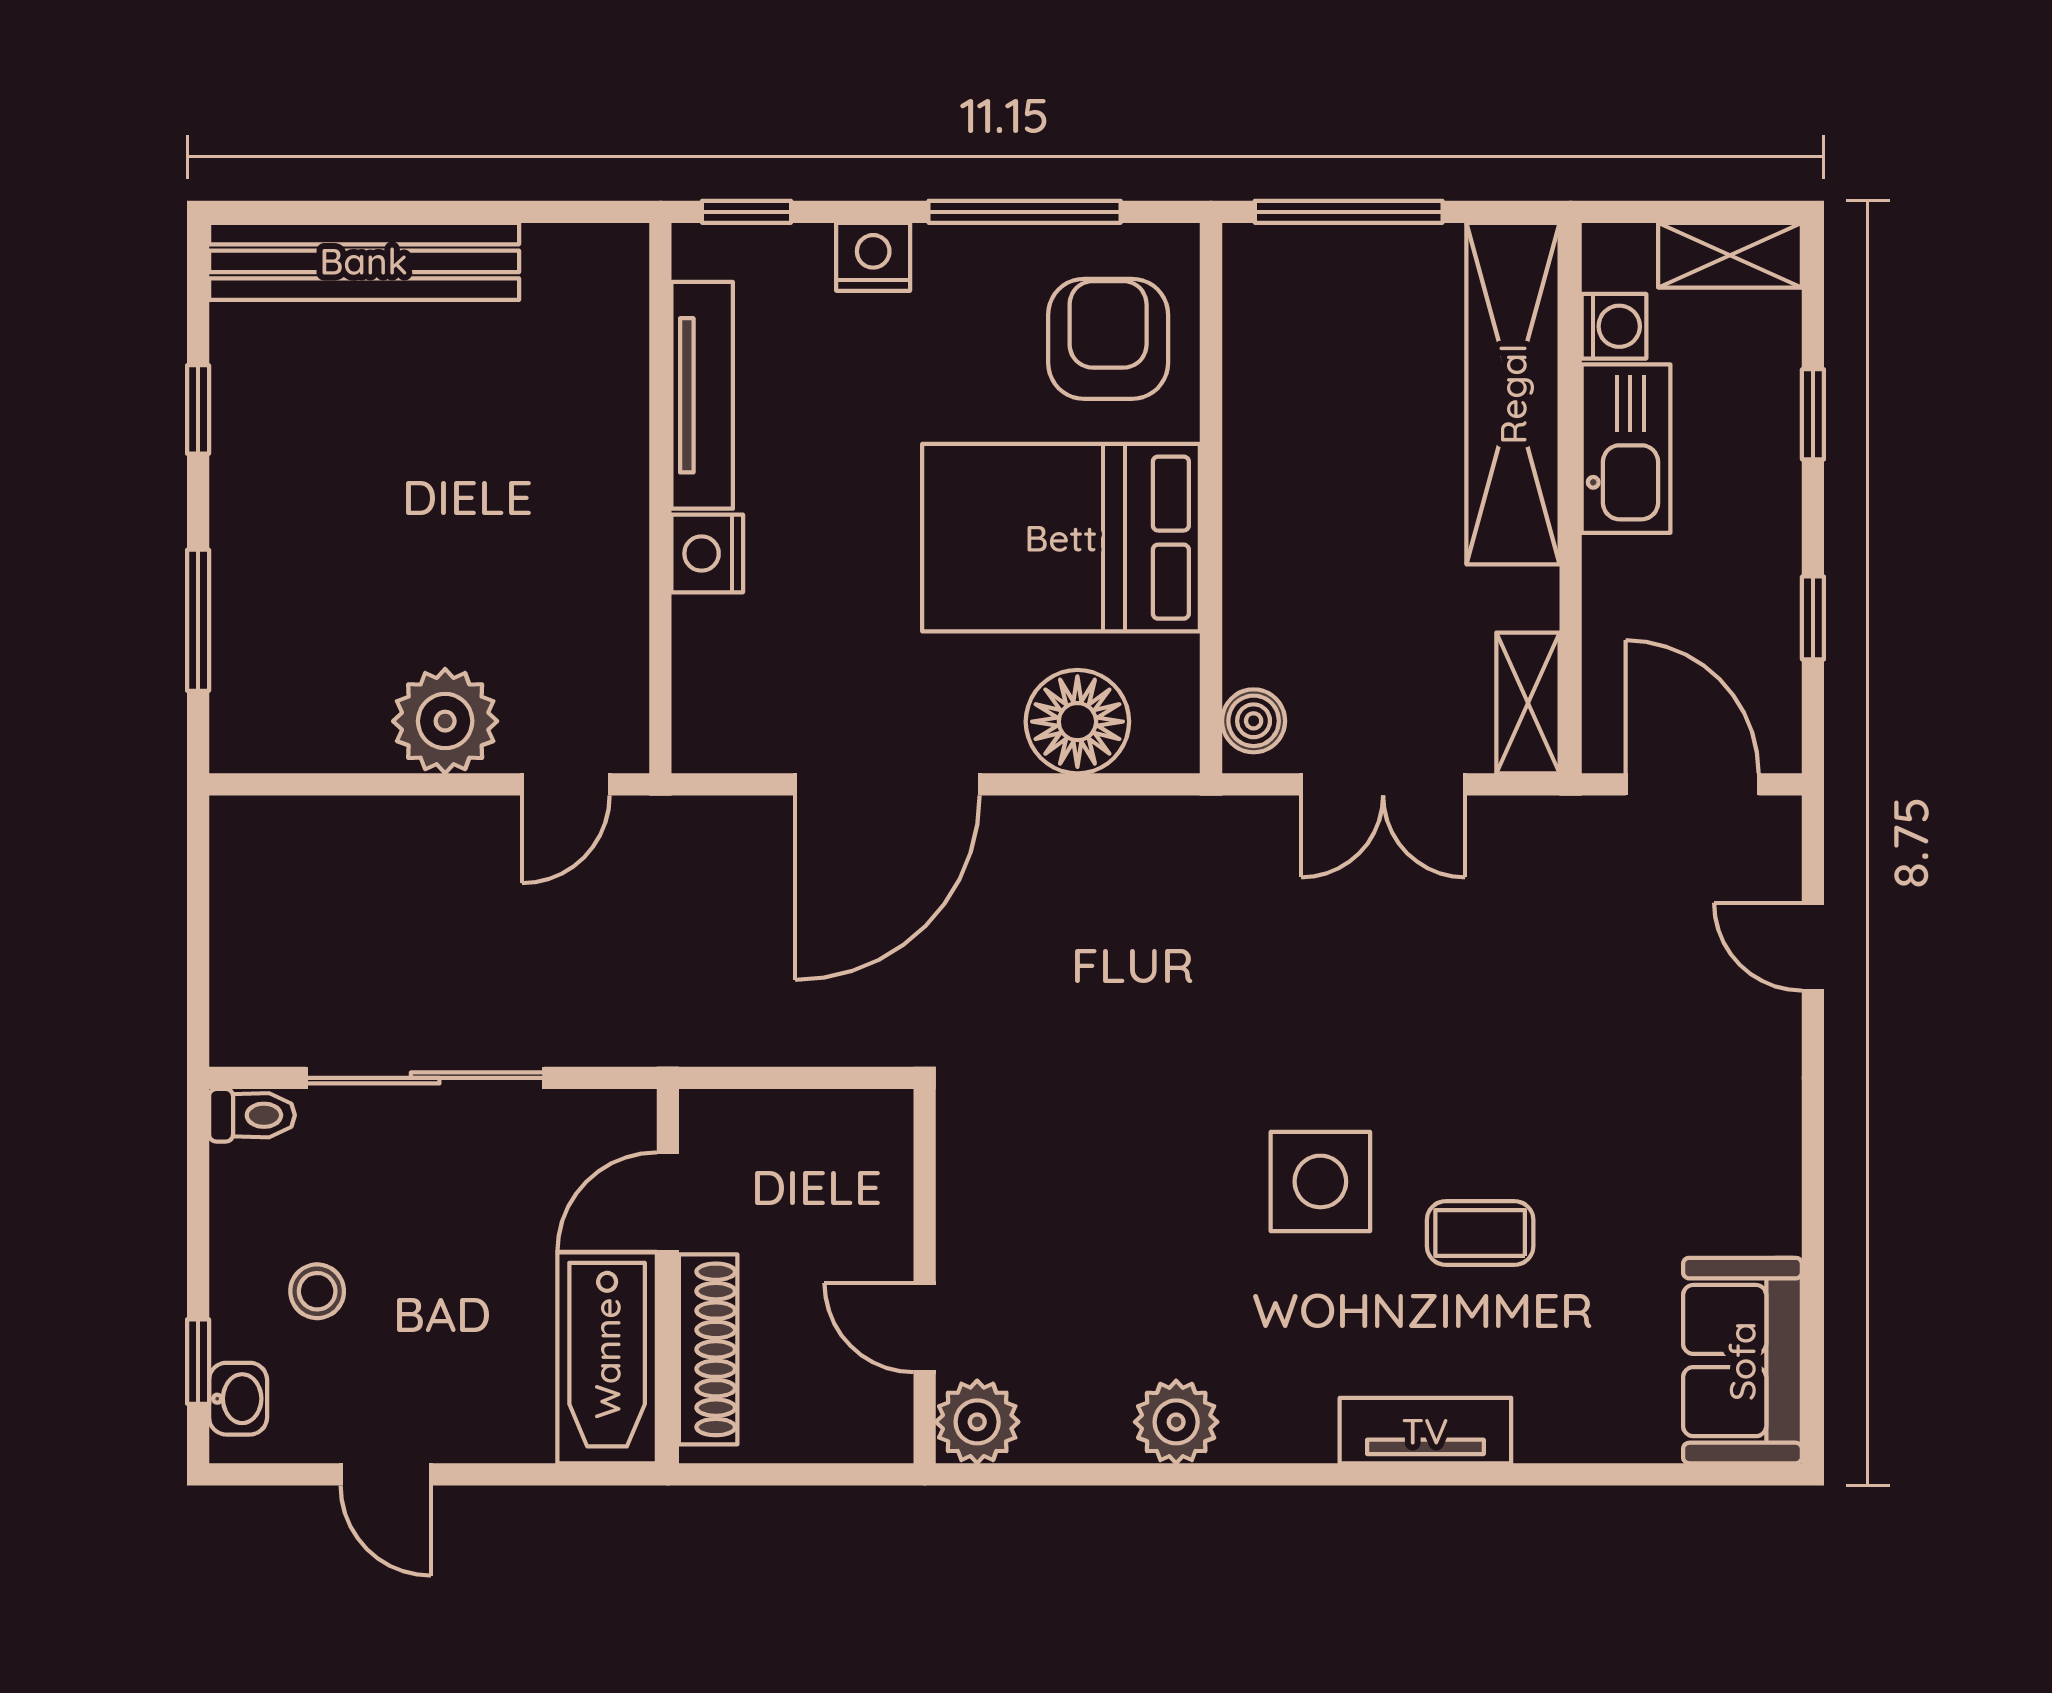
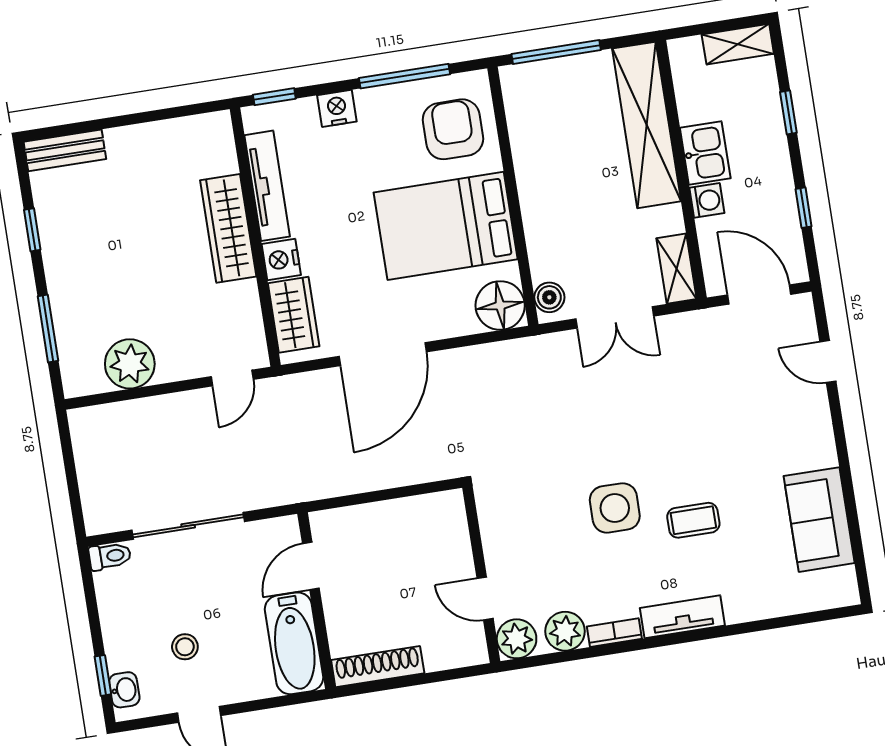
bench: (364, 261) -> (65, 150), width x0.54, depth x0.82
washing machine: (1614, 326) -> (707, 200), moved
kitchen sink: (1626, 449) -> (705, 153), width x0.73
wardrobe: (607, 471) -> (228, 228), added
wardrobe: (715, 673) -> (294, 315), added
plant: (445, 721) -> (130, 364), moved
floor lamp: (1077, 722) -> (500, 305), moved
wall: (925, 1276) -> (481, 575), moved
stool: (317, 1291) -> (185, 647), moved
door: (925, 1327) -> (485, 599), moved
shoe rack: (708, 1349) -> (378, 667), moved, turned -90
sofa: (1742, 1361) -> (819, 520), moved
plant: (977, 1422) -> (517, 639), moved
bookcase: (1279, 1441) -> (614, 633), added

